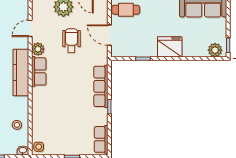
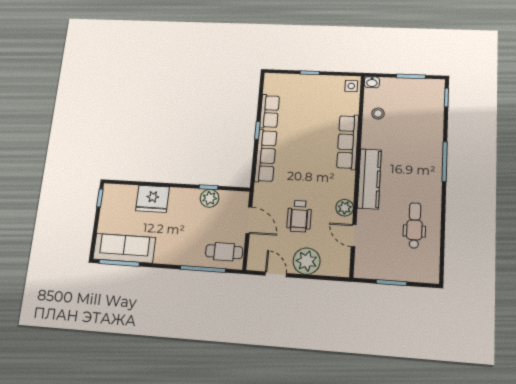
door: (30, 28) -> (354, 236), swing flipped
fridge: (170, 47) -> (153, 199), moved
plant: (215, 50) -> (210, 198), moved
row of seats: (39, 71) -> (348, 142), moved, width x1.48
row of seats: (101, 139) -> (269, 111), moved

